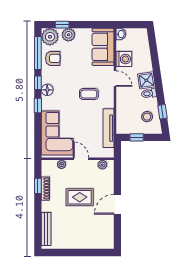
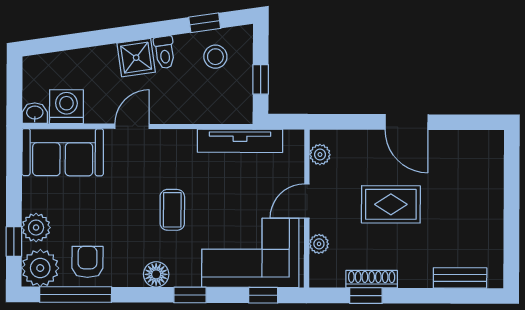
washing machine: (124, 59) -> (66, 107), moved
window: (38, 83) -> (263, 295), moved
coffee table: (89, 94) -> (172, 210), moved
rug: (80, 197) -> (391, 204), turned 90
bench: (46, 229) -> (460, 278), width x0.73

